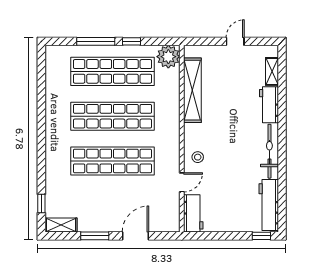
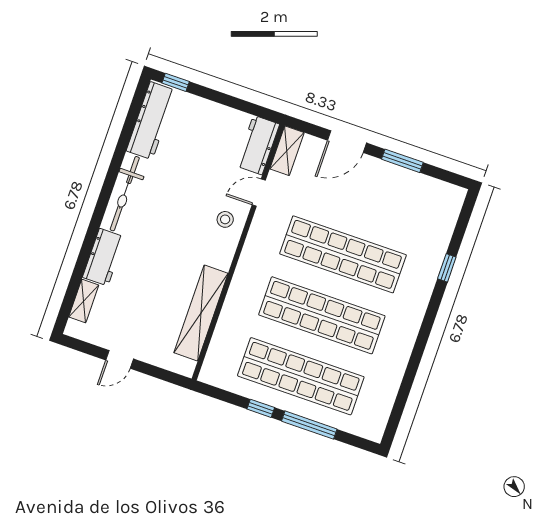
plant: (168, 57) -> (218, 370), removed
window: (41, 203) -> (447, 268), moved
shelving: (61, 225) -> (287, 151), moved, turned 90

